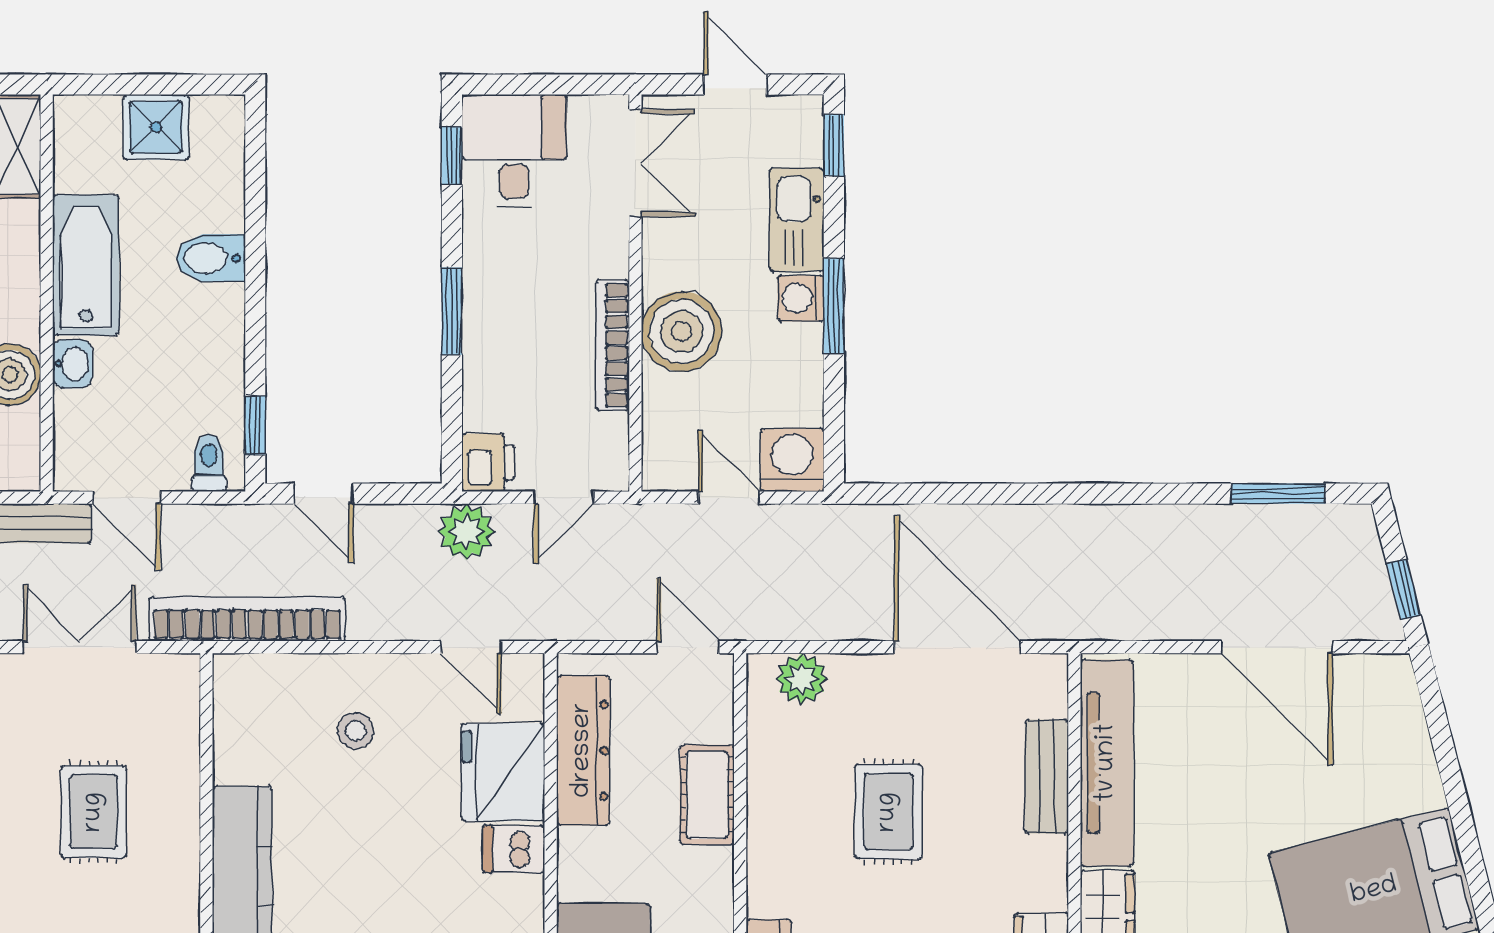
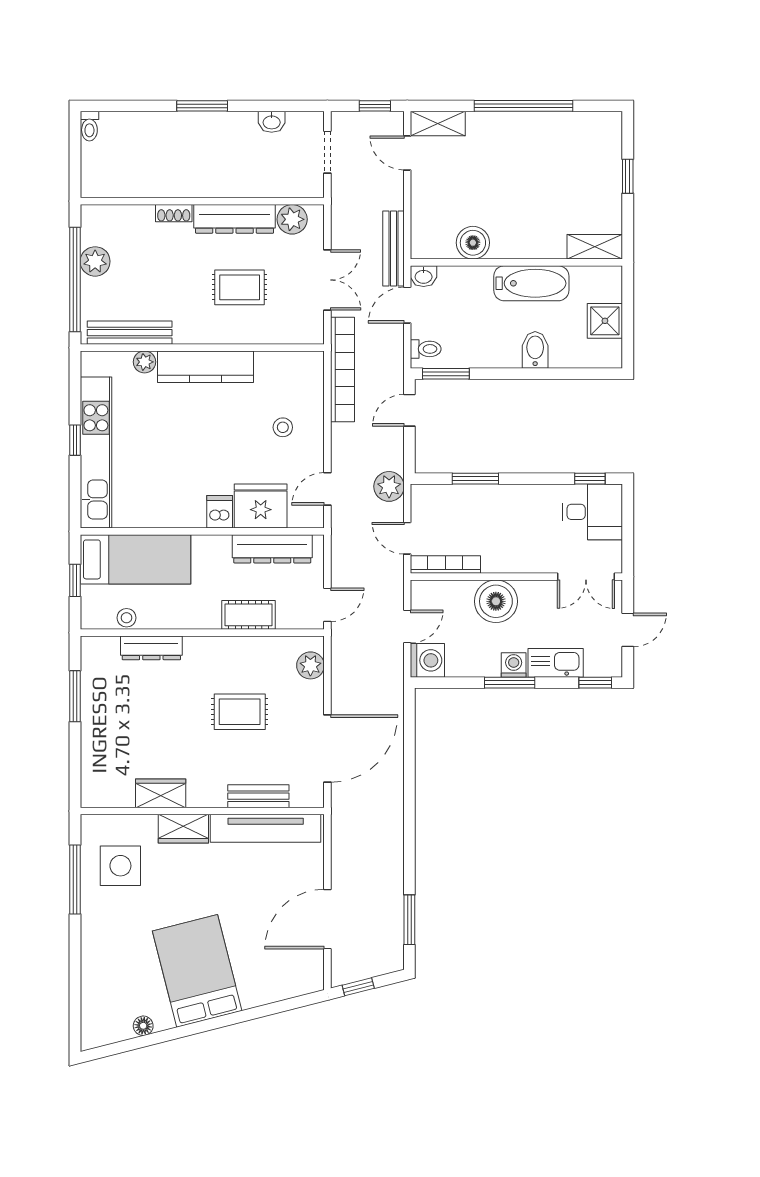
window: (452, 311) -> (475, 479), moved
bookcase: (613, 345) -> (445, 565), moved
washbasin: (72, 364) -> (424, 276), moved
window: (255, 425) -> (446, 374), width x1.50
printer: (488, 463) -> (426, 498), removed

